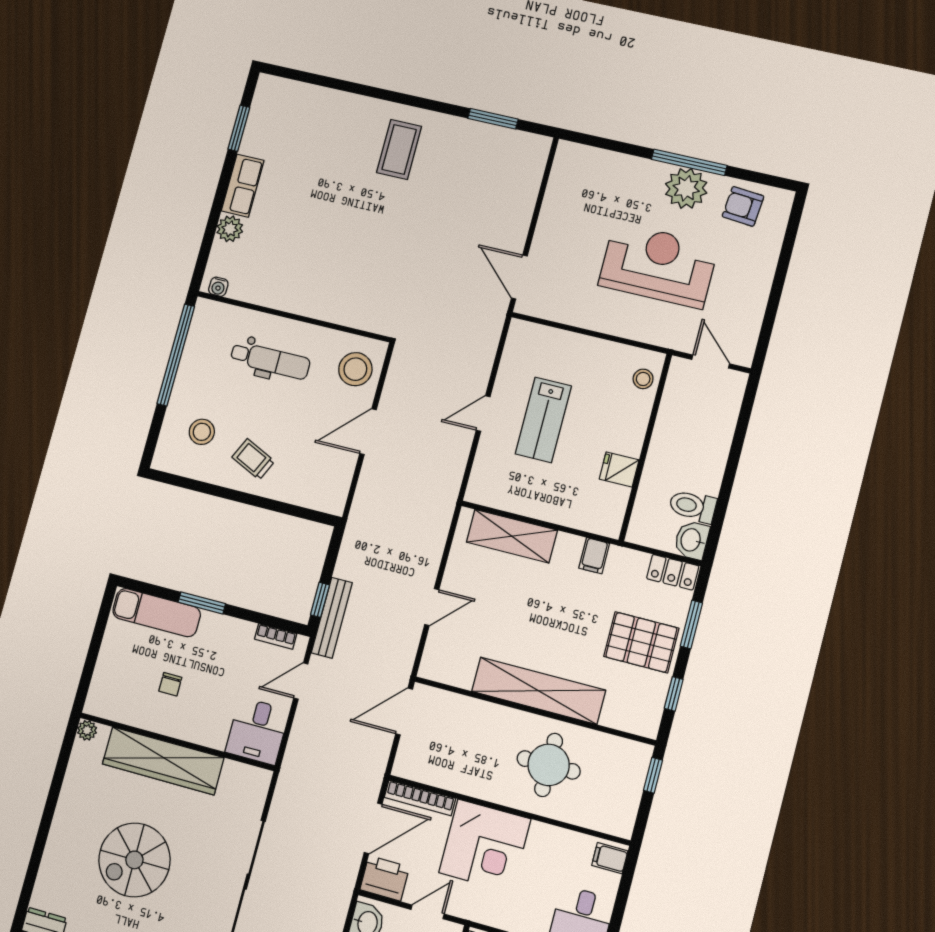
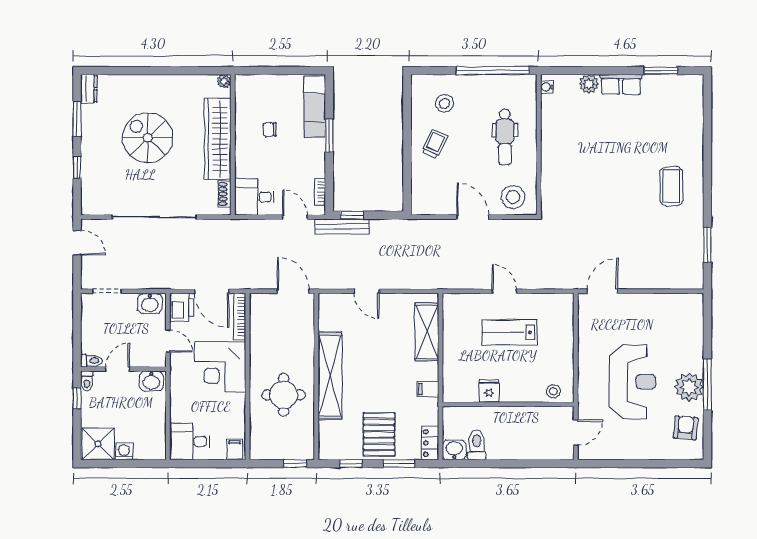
coffee table: (399, 149) -> (671, 186), turned 90
shoe rack: (242, 772) -> (225, 194), added

